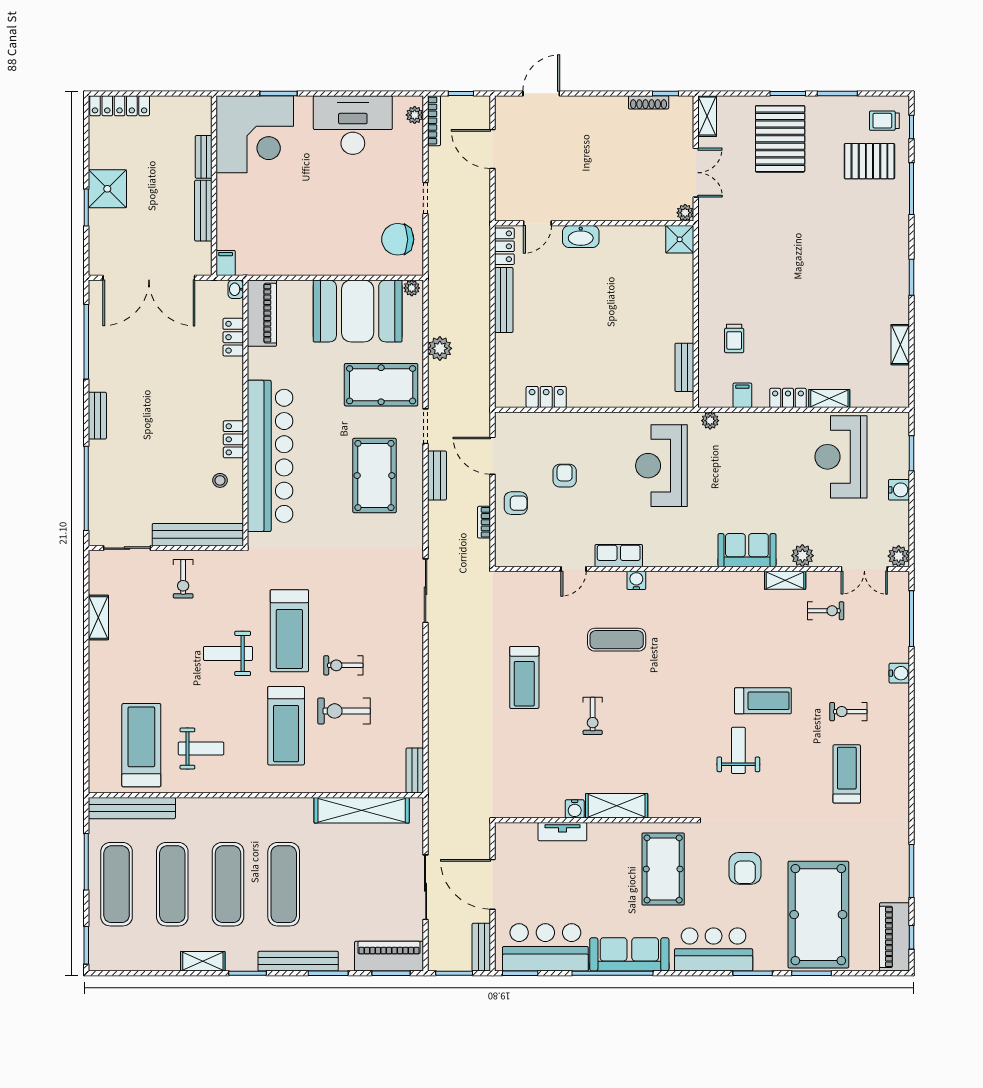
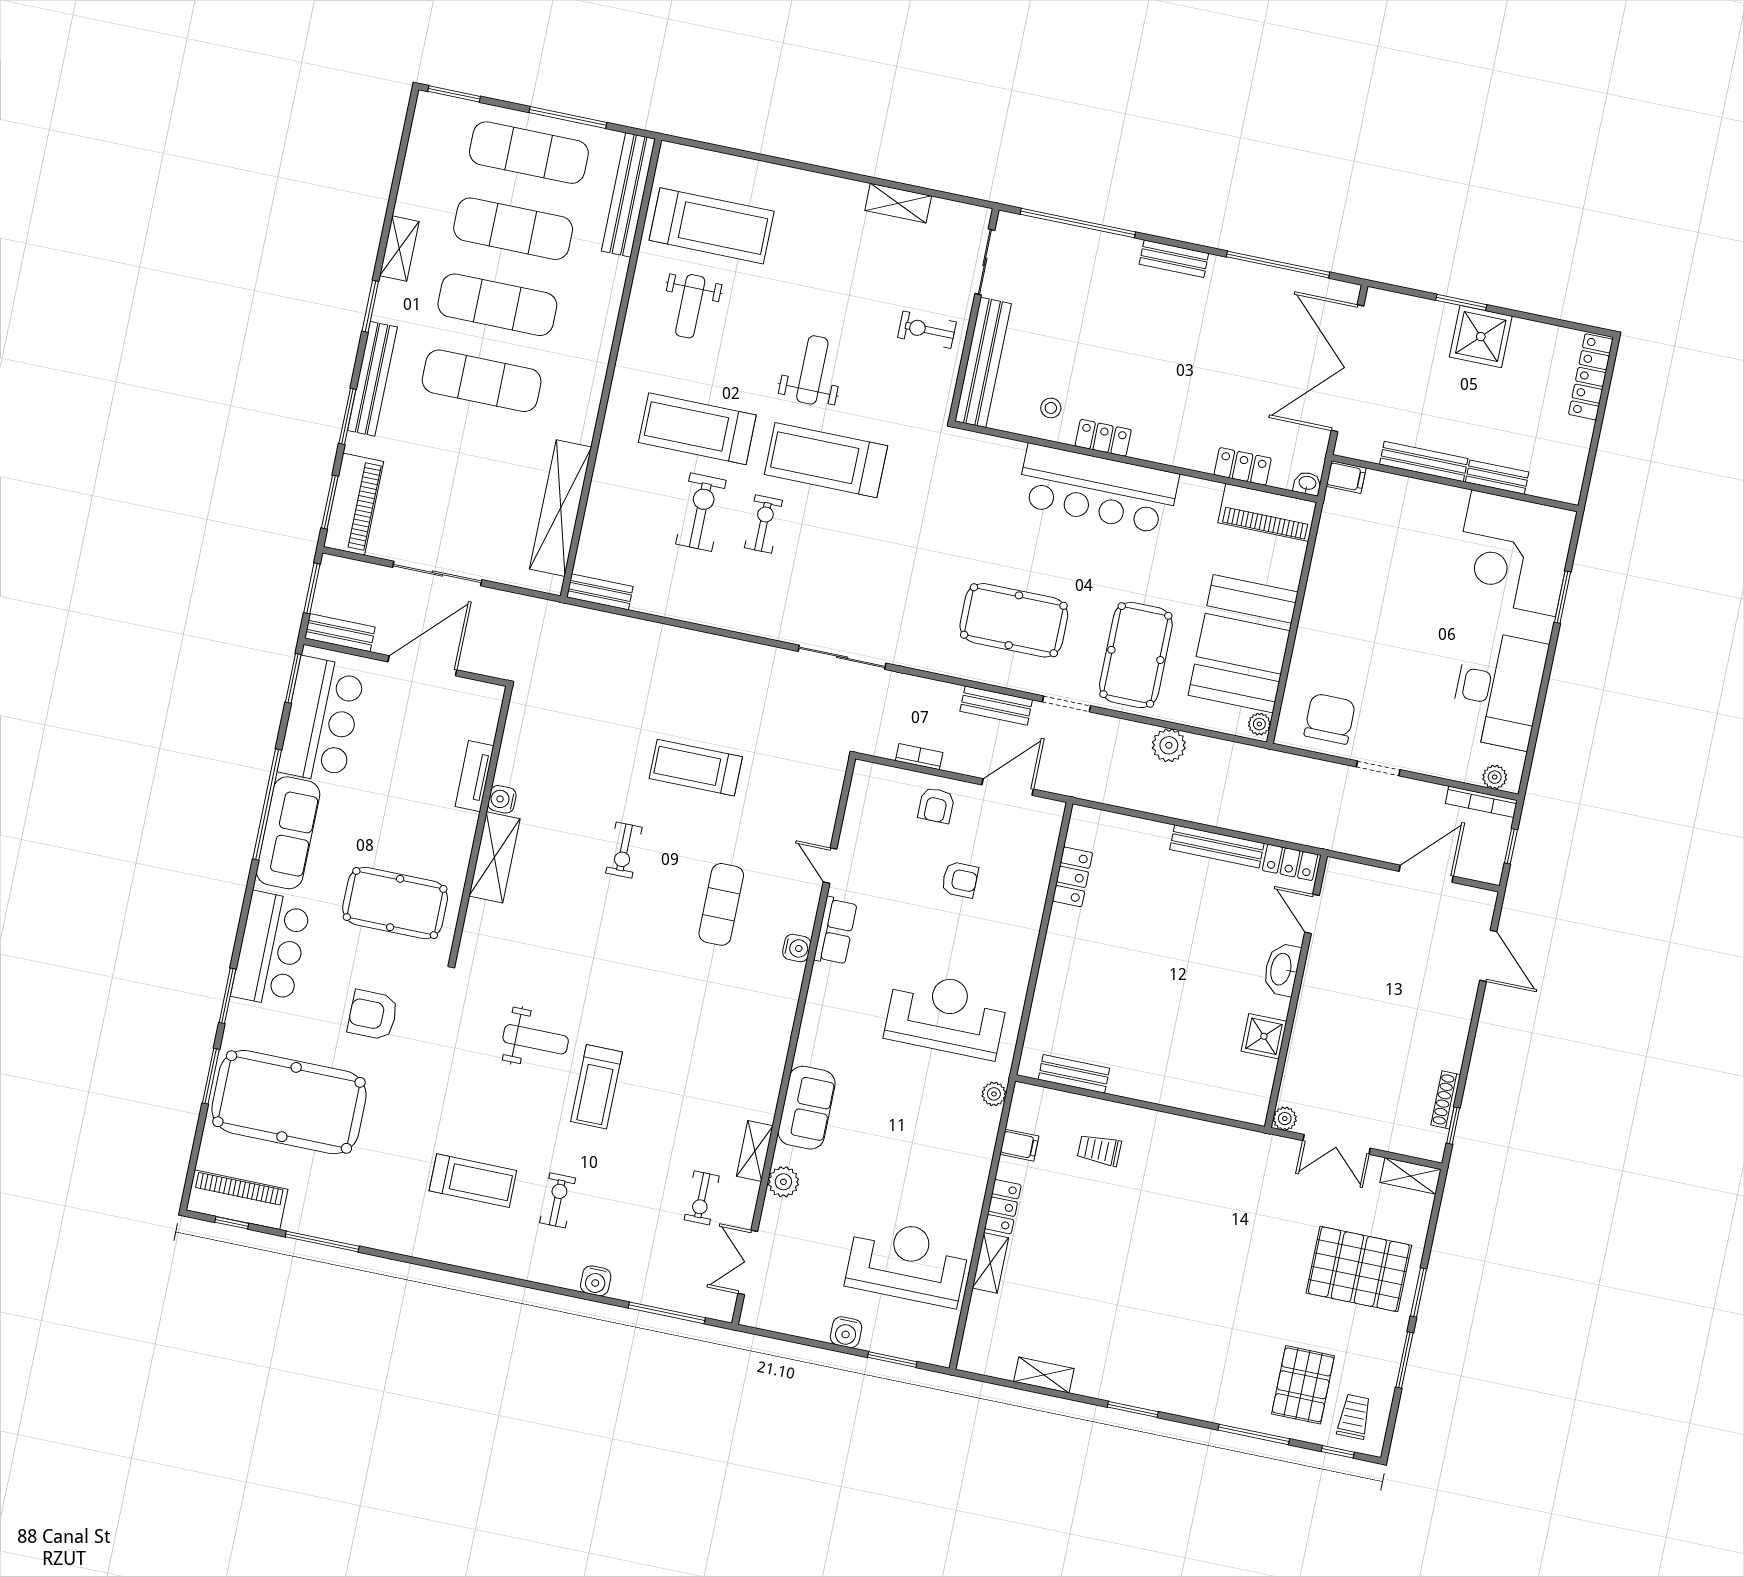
shower: (680, 239) -> (1264, 1036), moved
bar counter: (270, 456) -> (1098, 489), width x0.73
plant: (899, 556) -> (756, 1313), removed
exercise bike: (593, 716) -> (624, 850), turned -90

